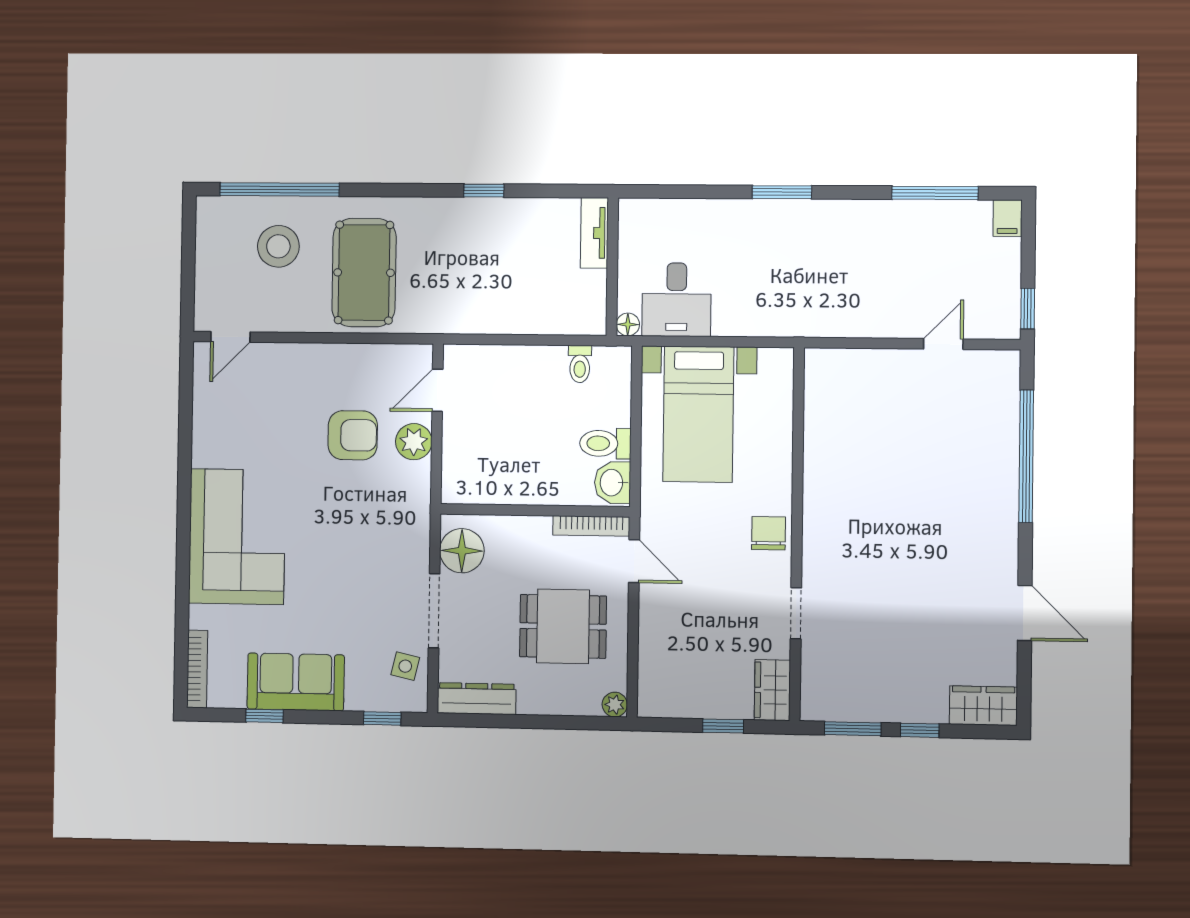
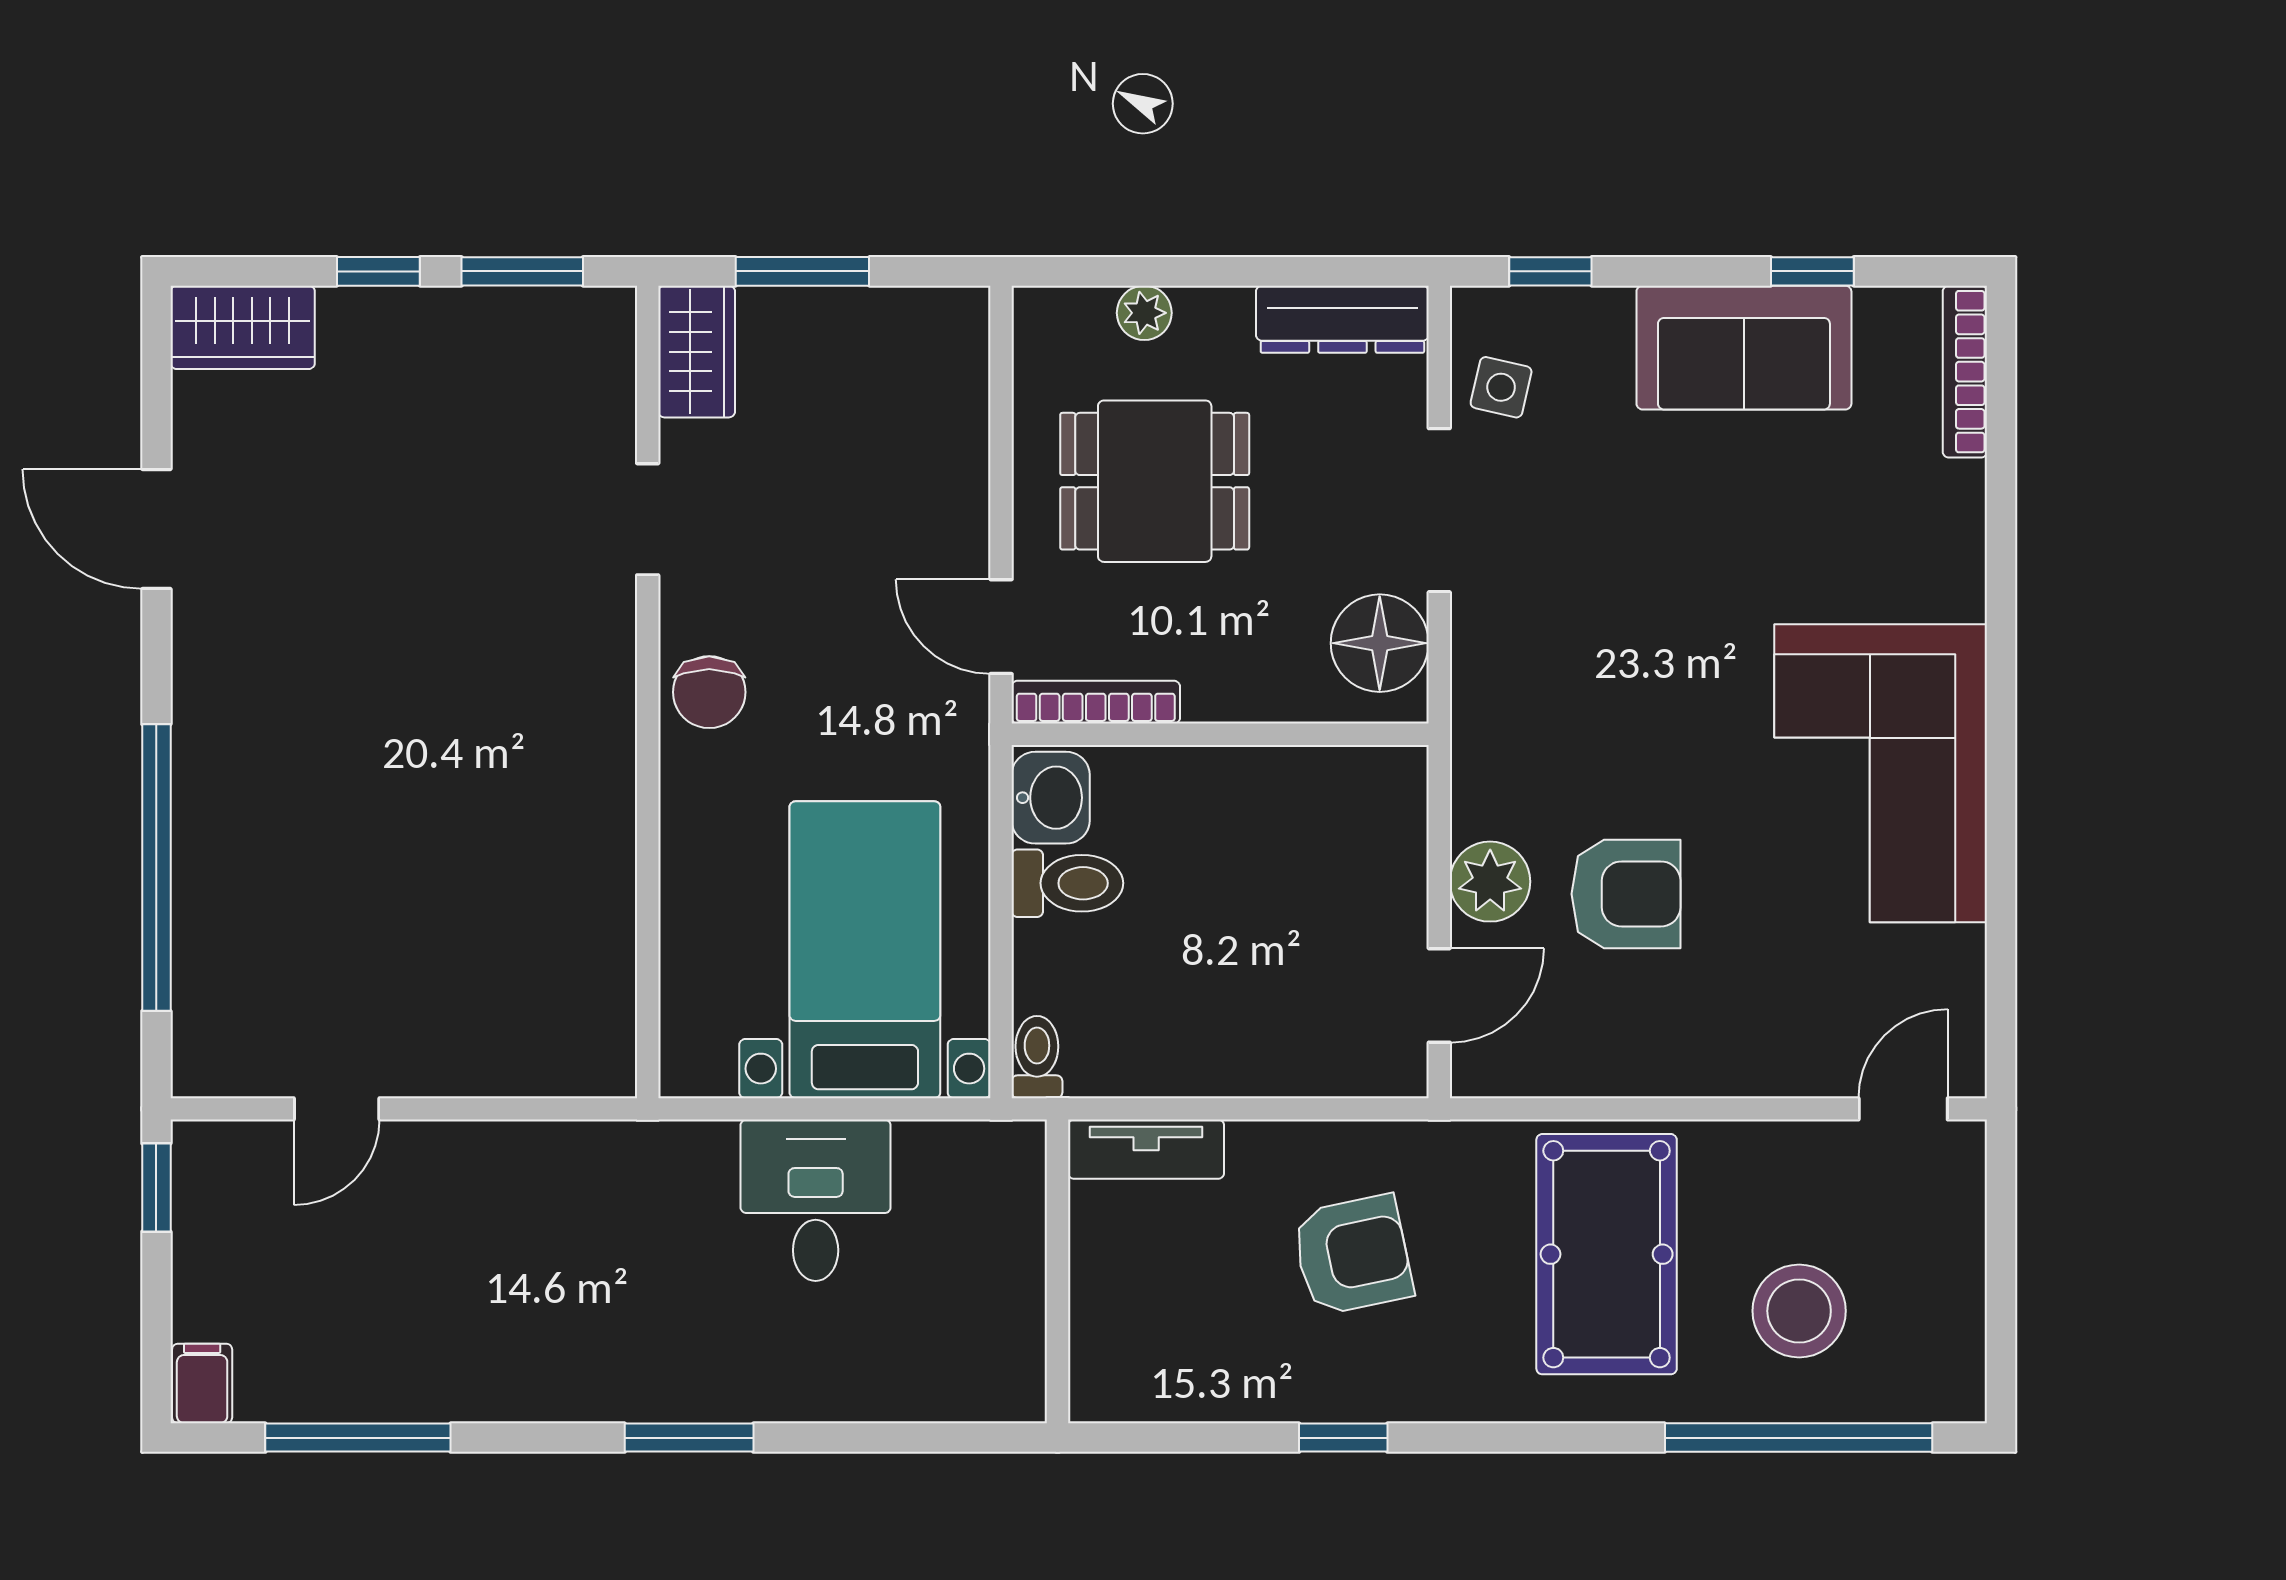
tv unit: (594, 233) -> (1146, 1149), moved, turned 90
armchair: (478, 273) -> (1353, 1255), added
desk: (677, 300) -> (816, 1200), moved
floor lamp: (628, 324) -> (1022, 1145), removed
toilet: (580, 364) -> (1037, 1057), moved
armchair: (353, 435) -> (1626, 894), turned 180
corner sofa: (237, 537) -> (1881, 773), moved
plant: (615, 705) -> (1144, 313), moved
window: (723, 726) -> (802, 271), width x1.50

